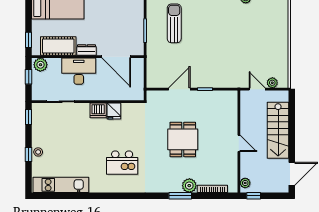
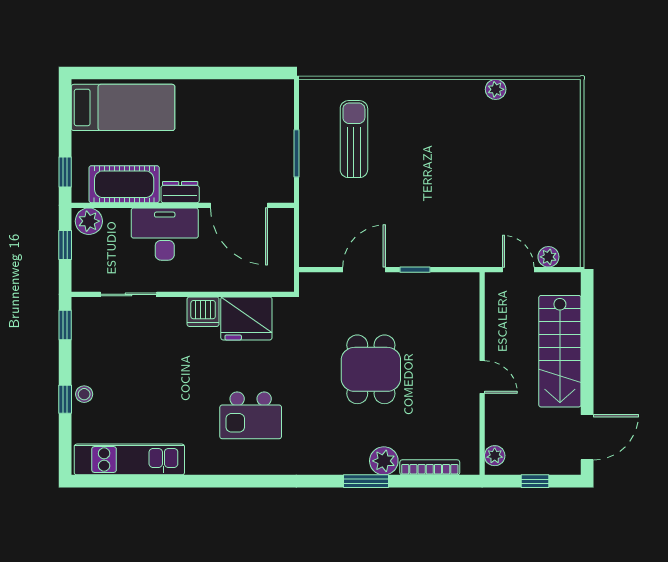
fridge: (114, 111) -> (246, 318), width x1.88, depth x1.34
window: (254, 196) -> (535, 481), moved

